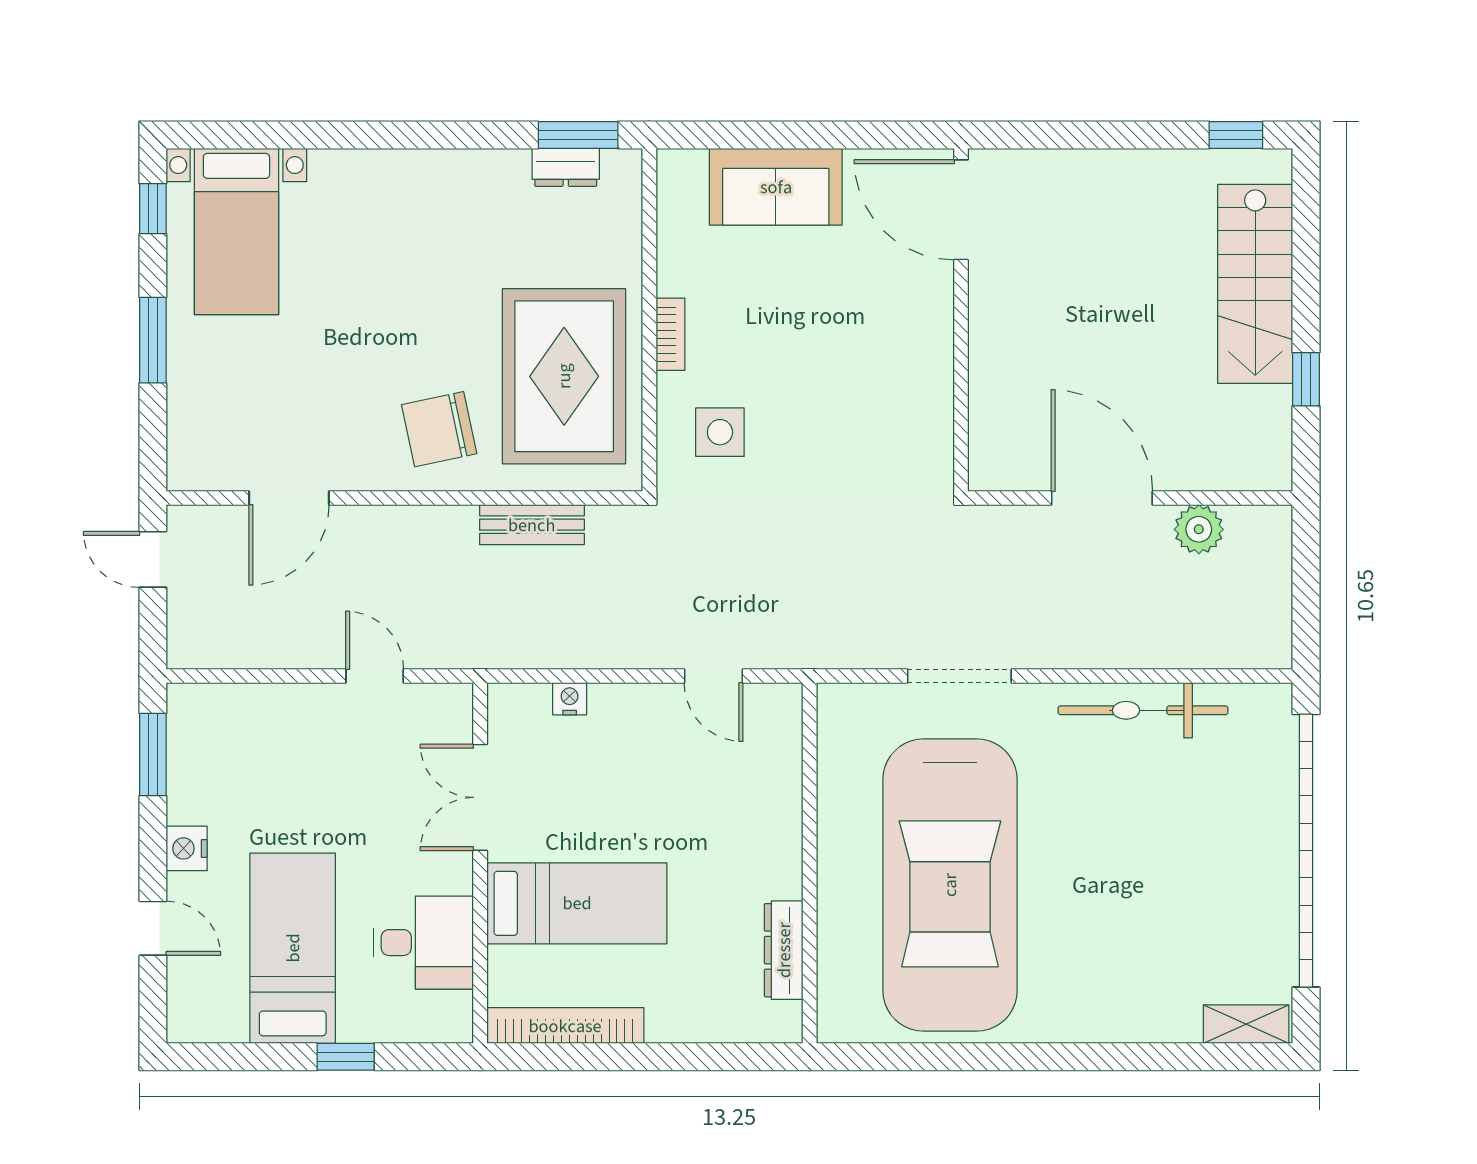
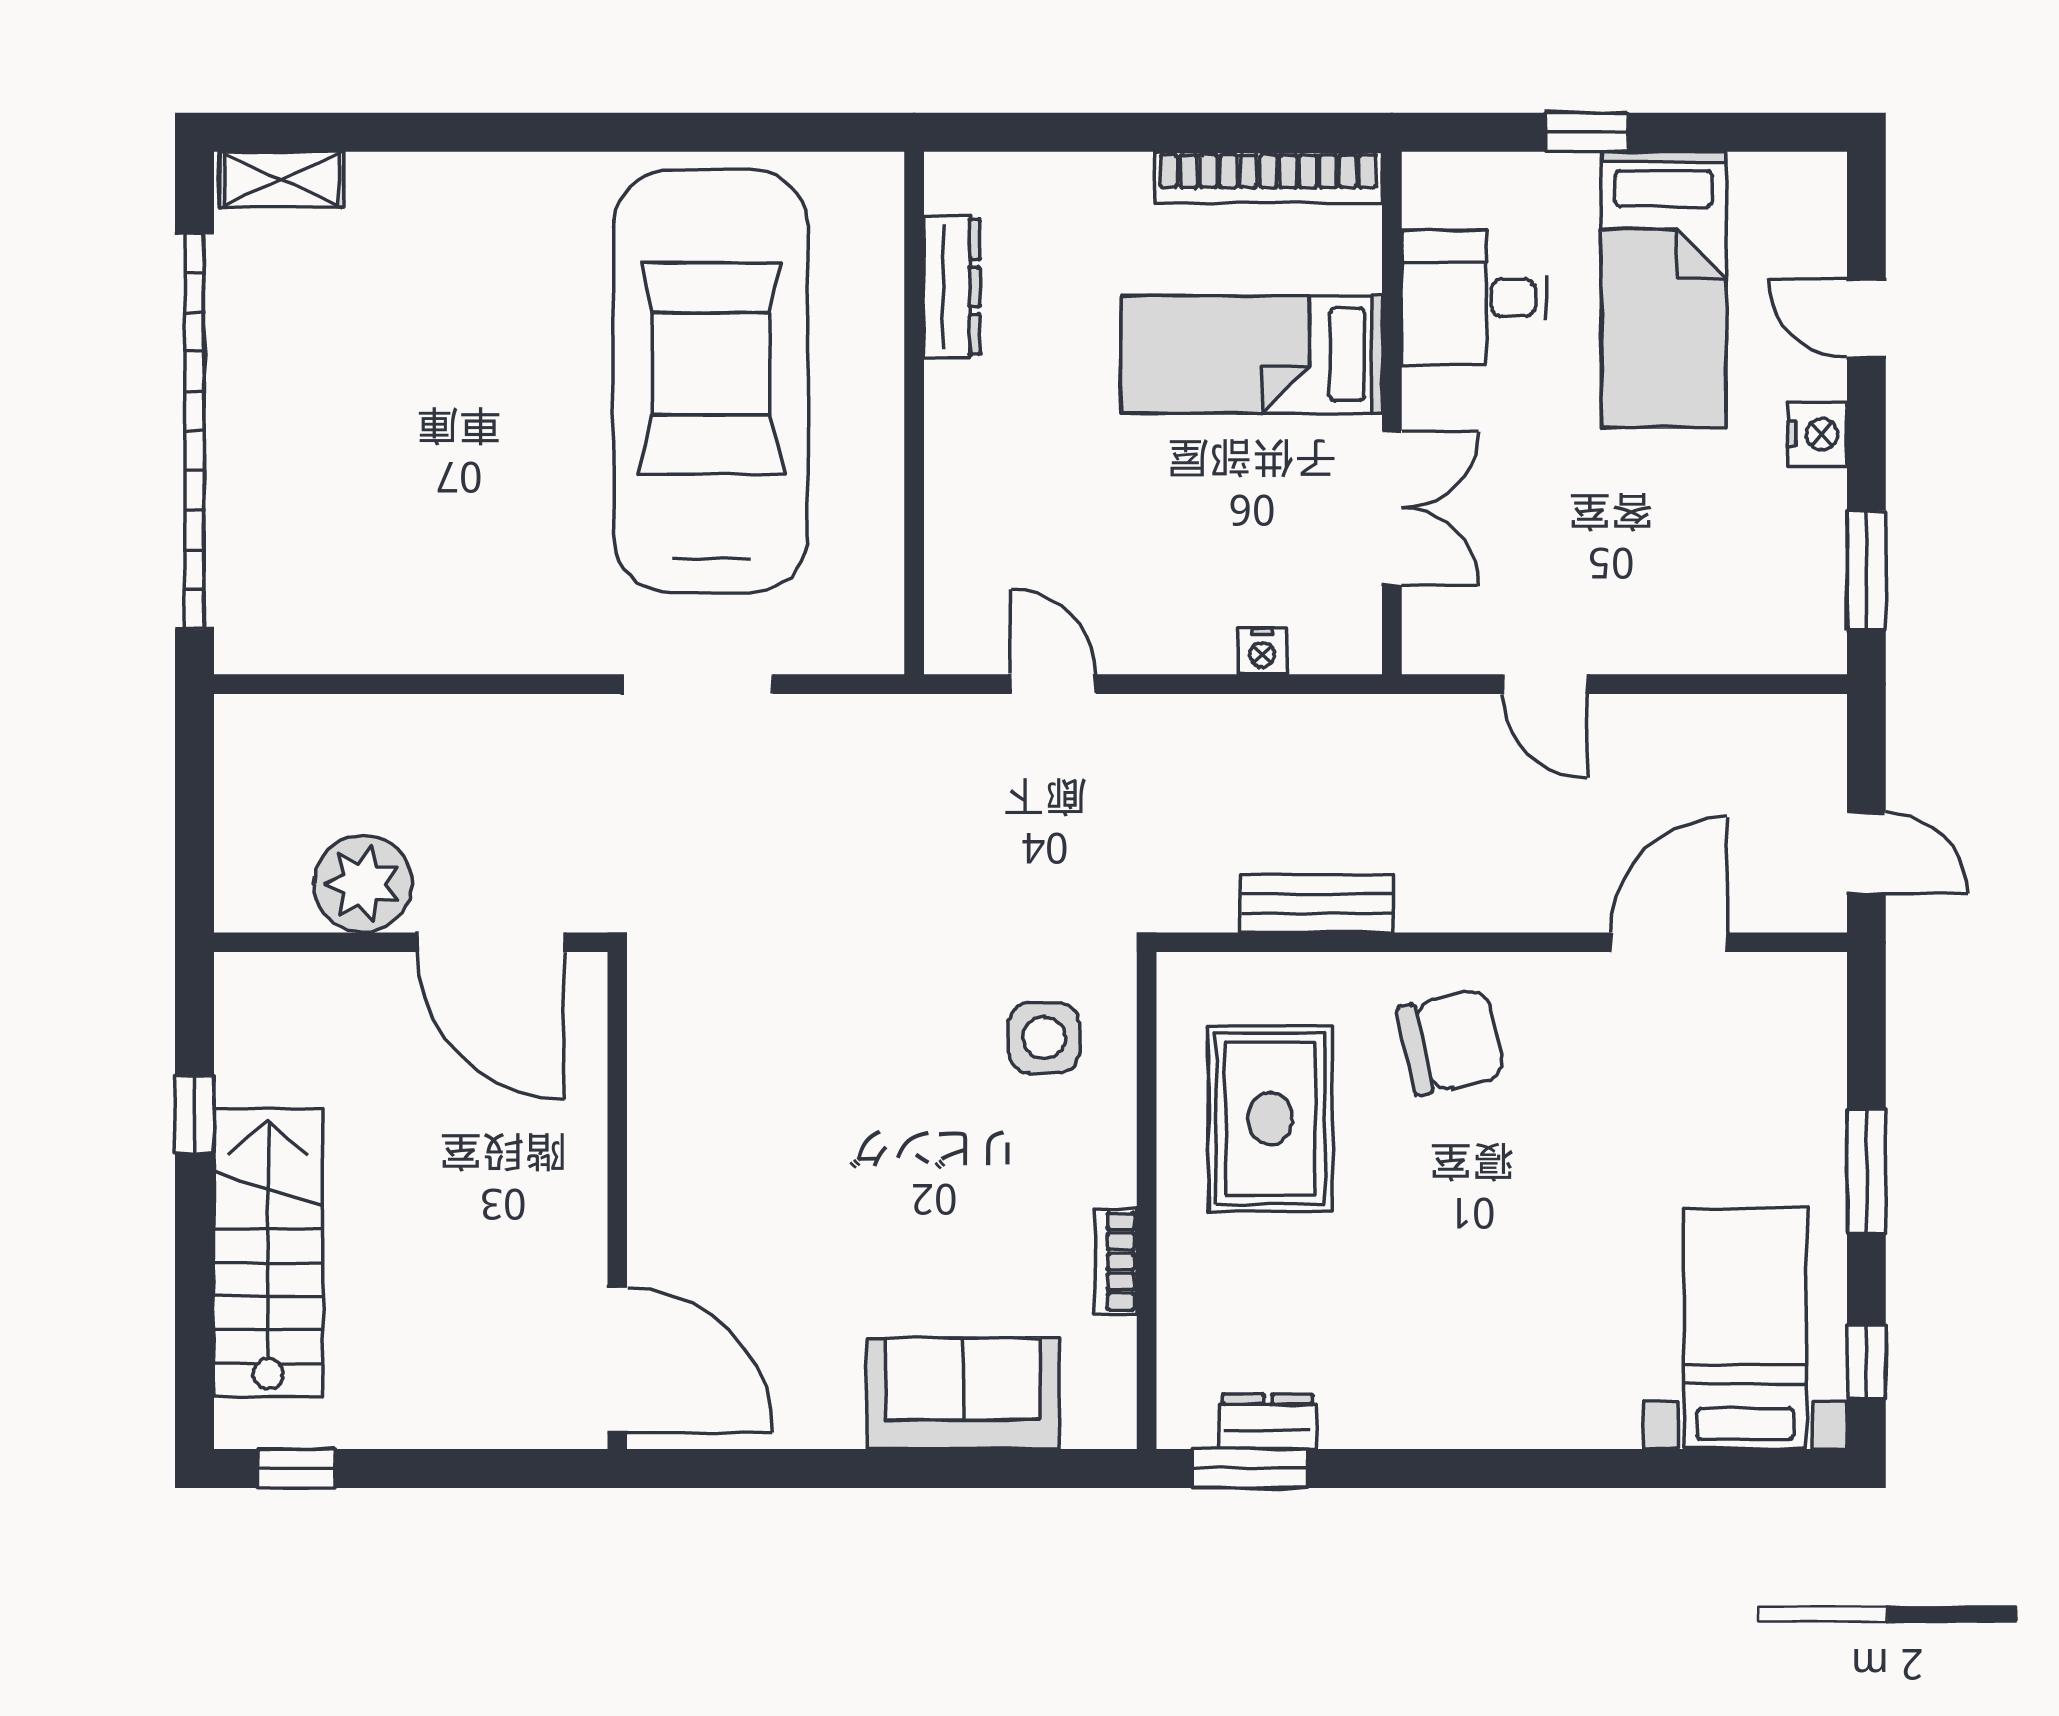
door: (961, 210) -> (617, 1360), moved
wall: (961, 320) -> (617, 1201), moved
bookcase: (670, 334) -> (1116, 1261), moved
rug: (564, 376) -> (1270, 1119), width x0.73, depth x0.69
plant: (1199, 529) -> (363, 884), width x1.36, depth x1.36
bicycle: (1143, 710) -> (431, 634), removed

